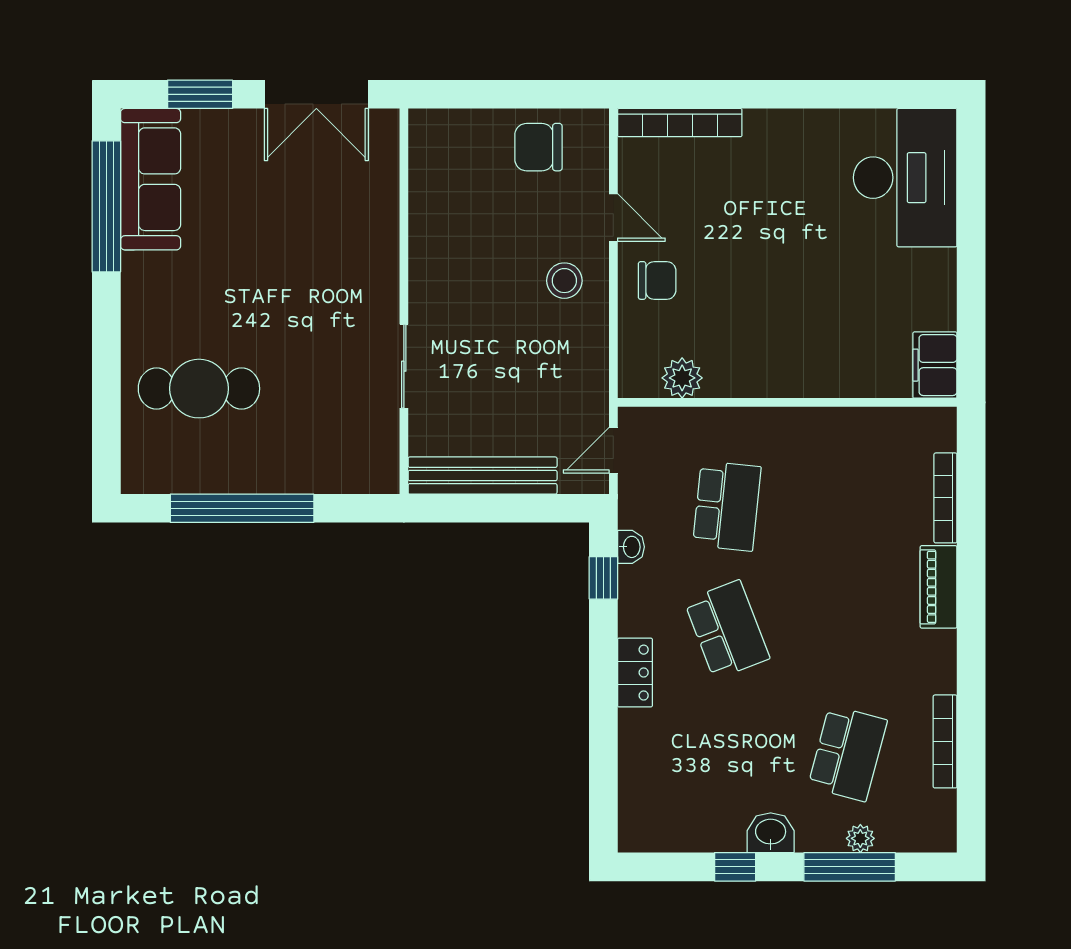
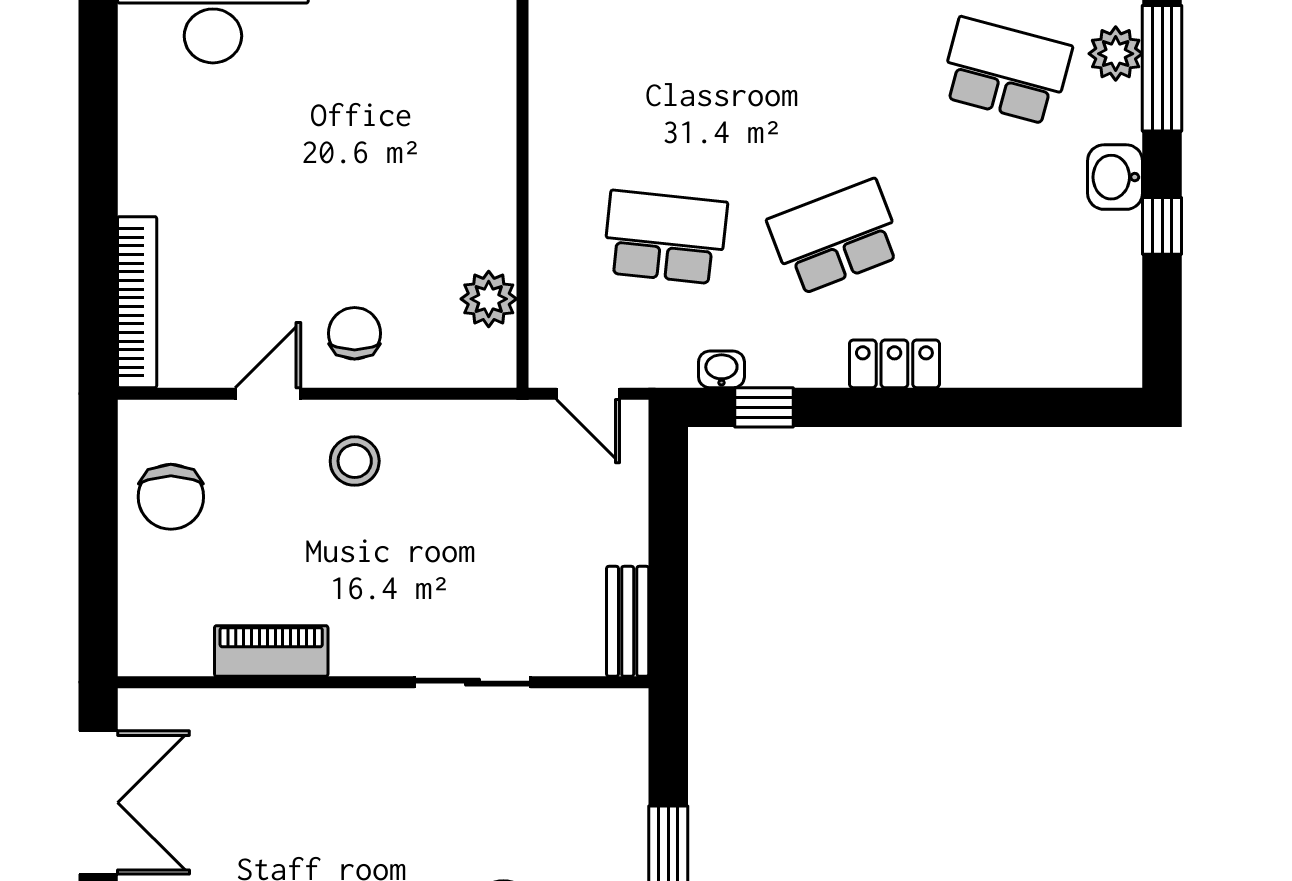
piano: (426, 220) -> (271, 651), added
bench: (483, 476) -> (628, 621), width x0.54, depth x0.82
plant: (860, 838) -> (1116, 54), width x1.38, depth x1.38

